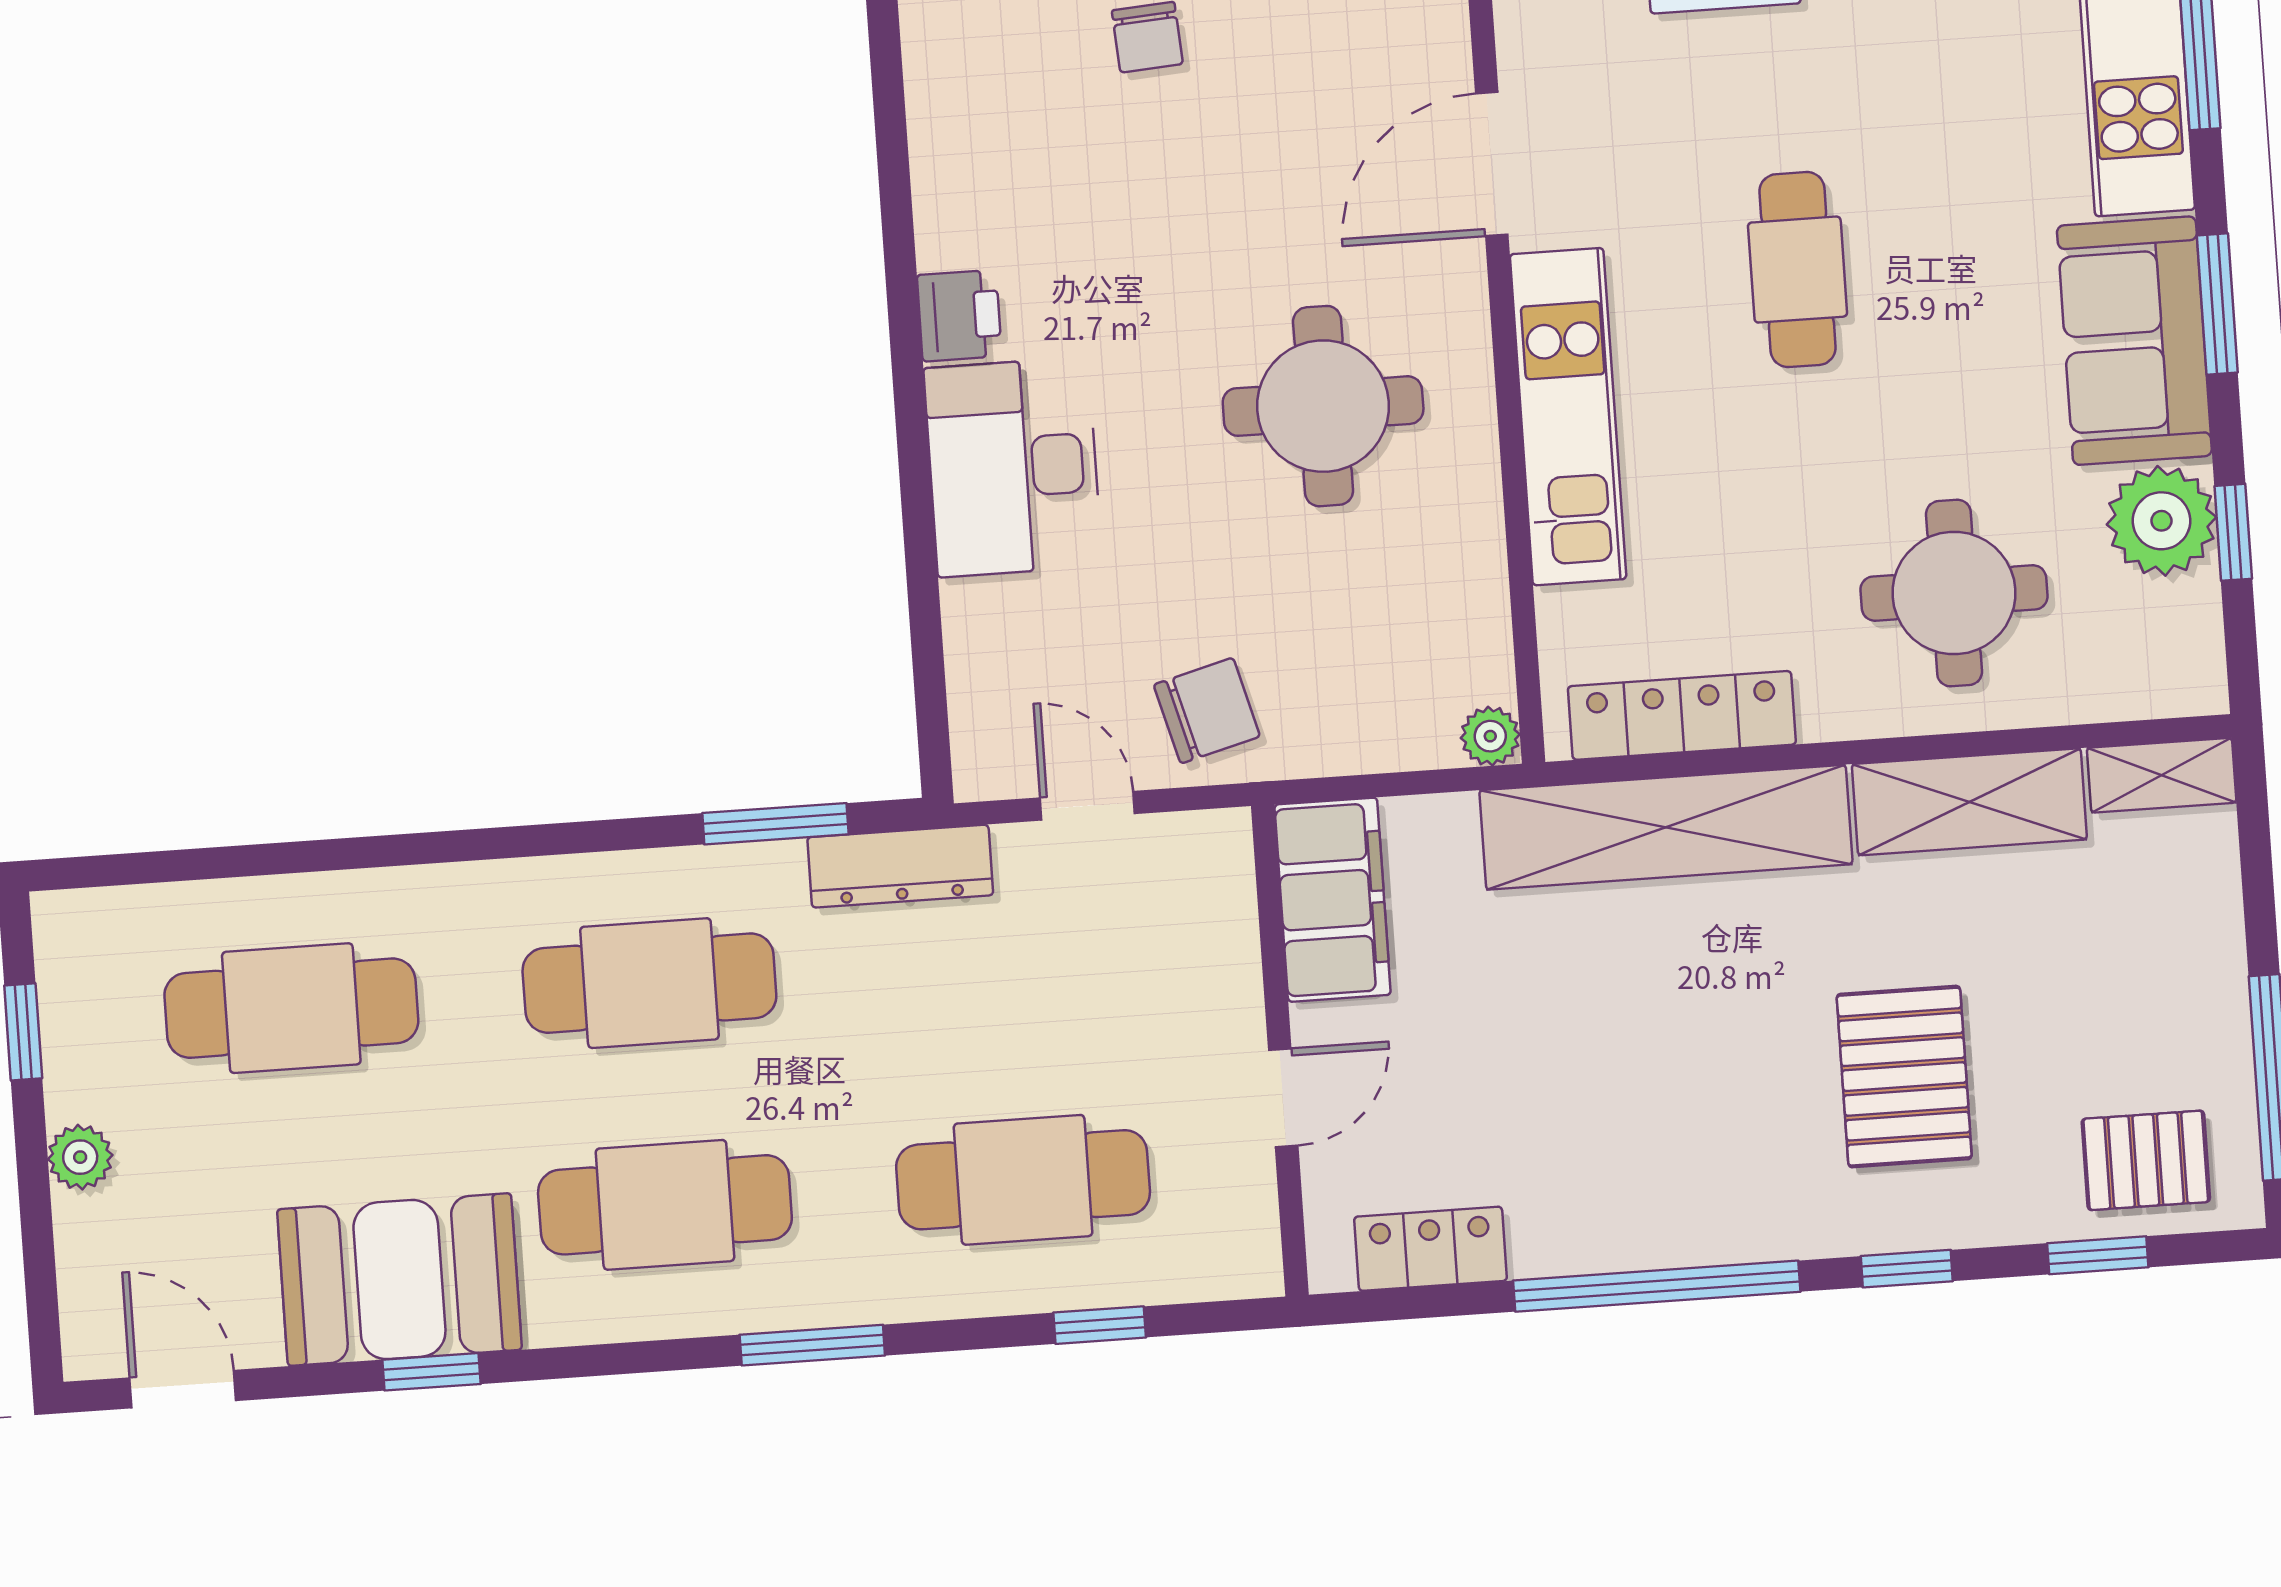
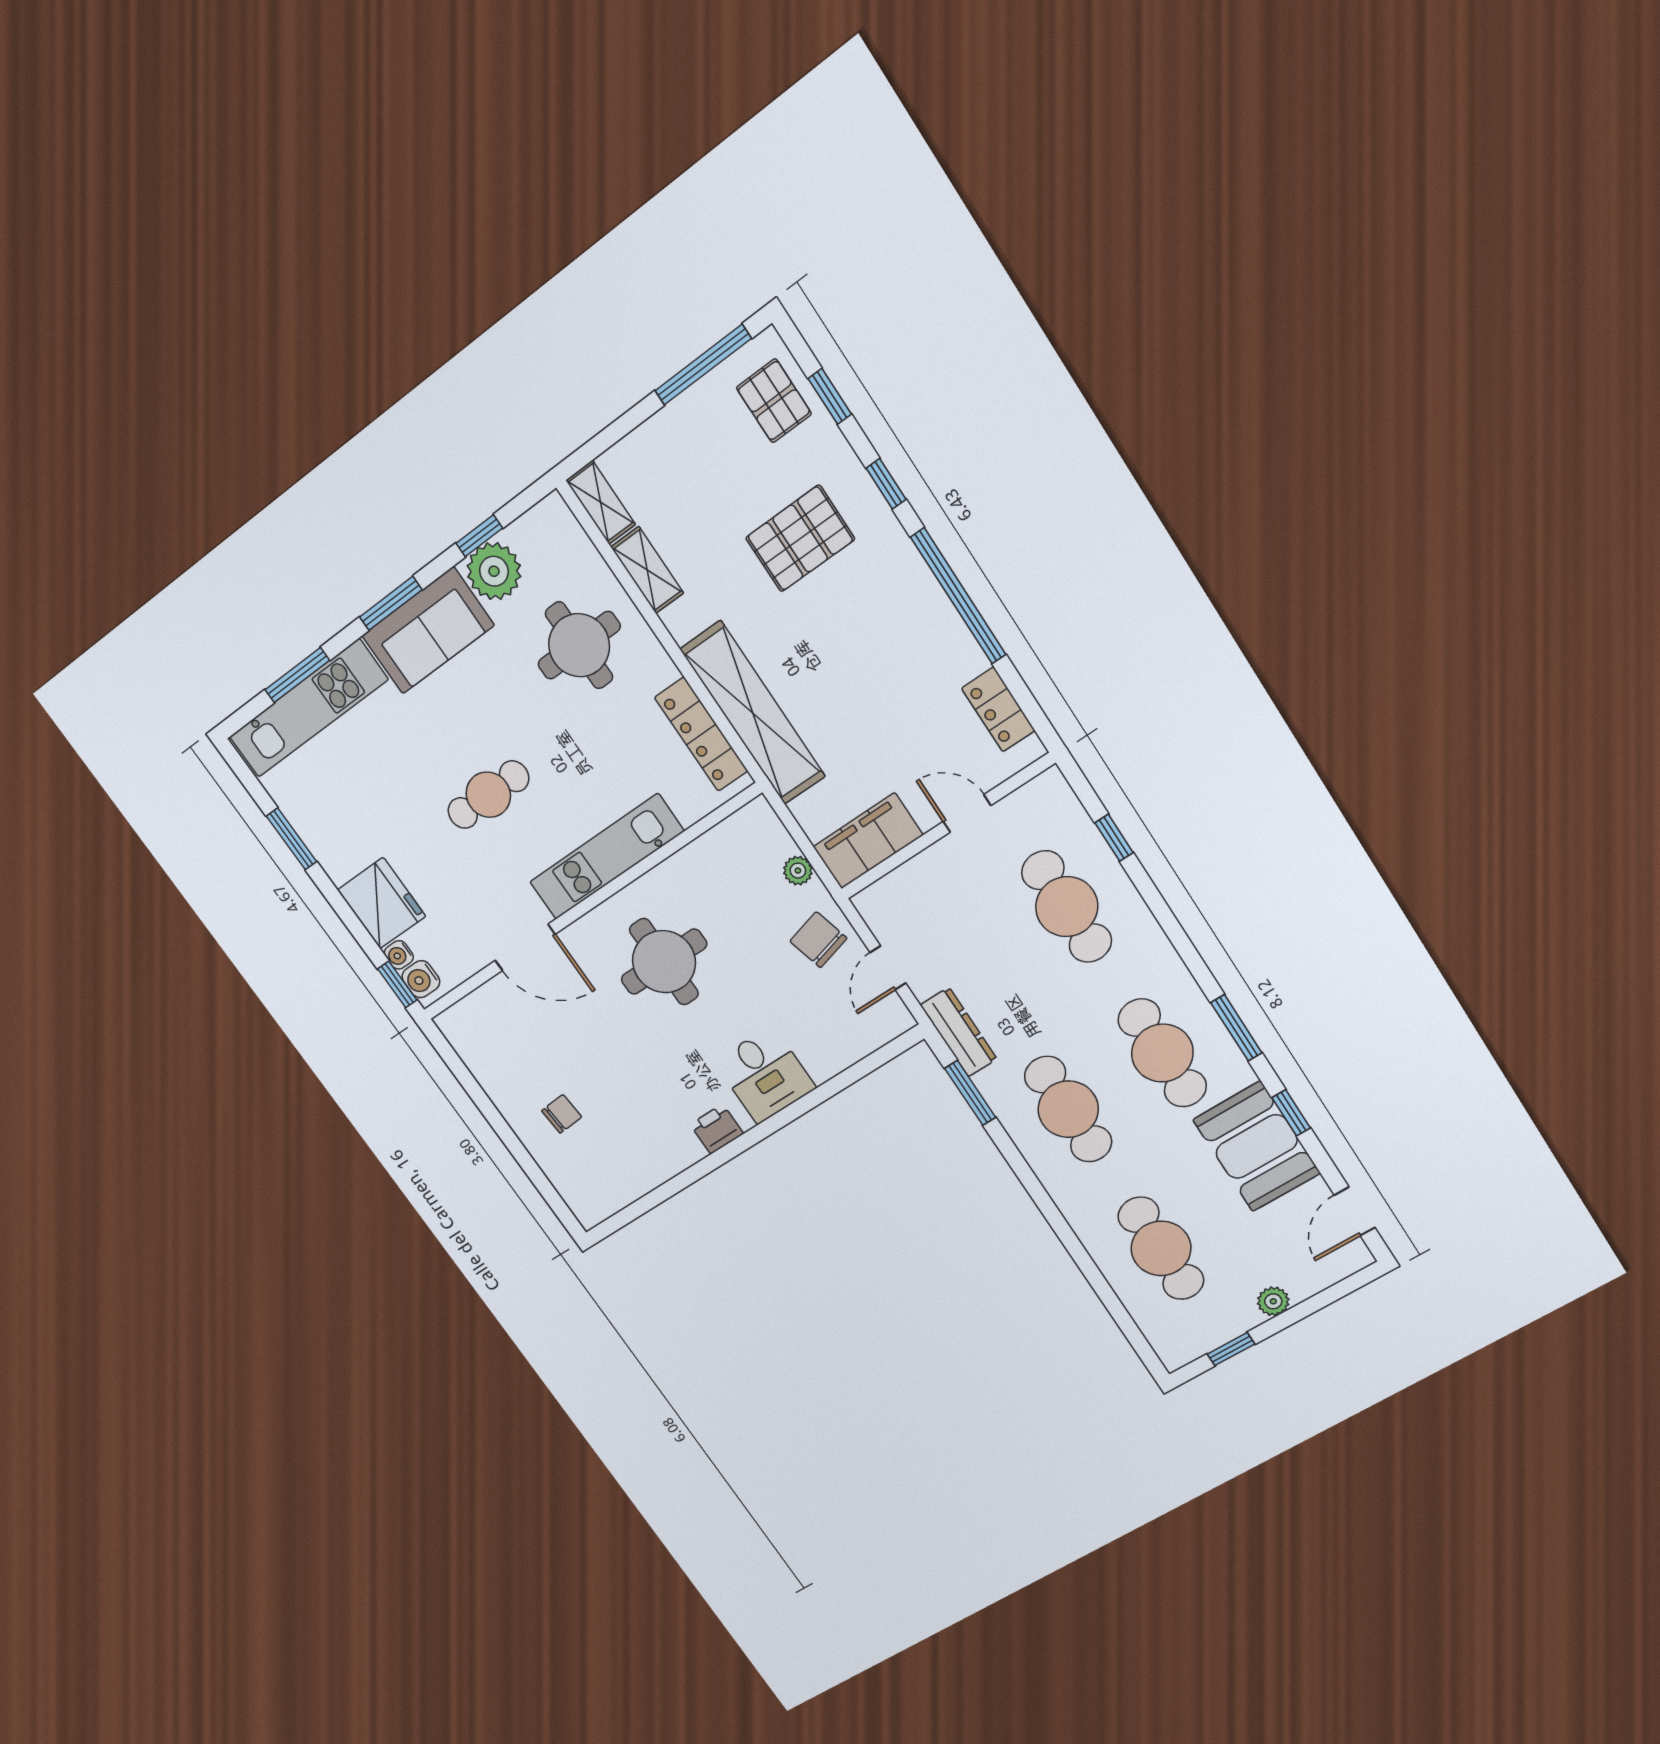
desk: (1013, 467) -> (765, 1075), width x0.73
plant: (1490, 736) -> (798, 871), moved
shelving: (1969, 802) -> (647, 570), width x0.67, depth x0.75
window: (812, 1345) -> (1236, 1028), moved

